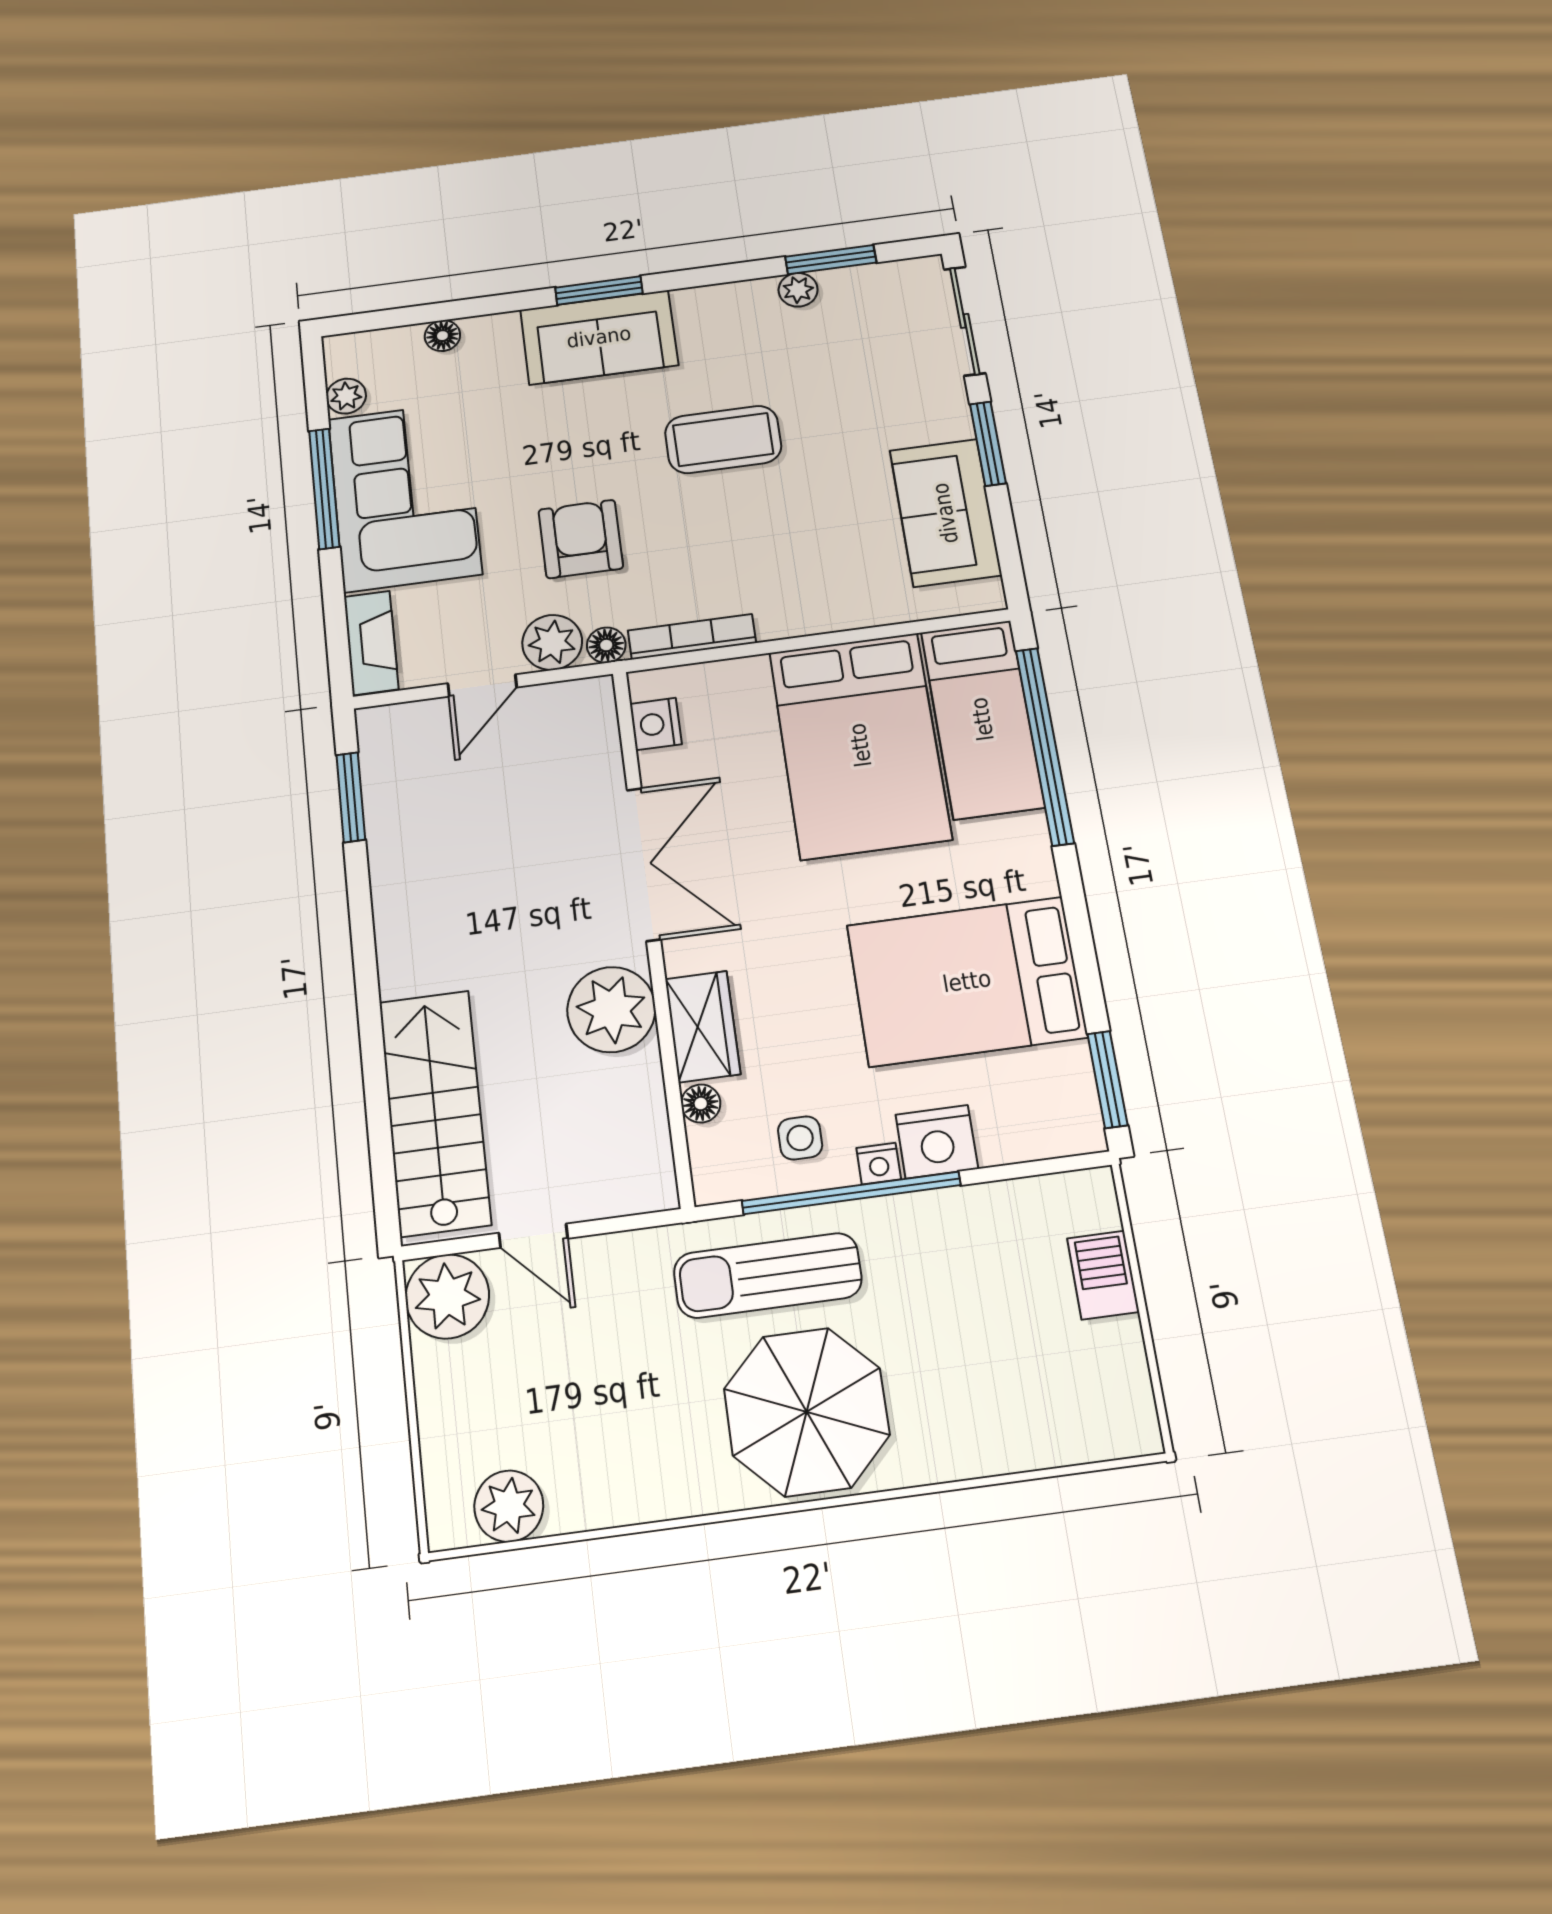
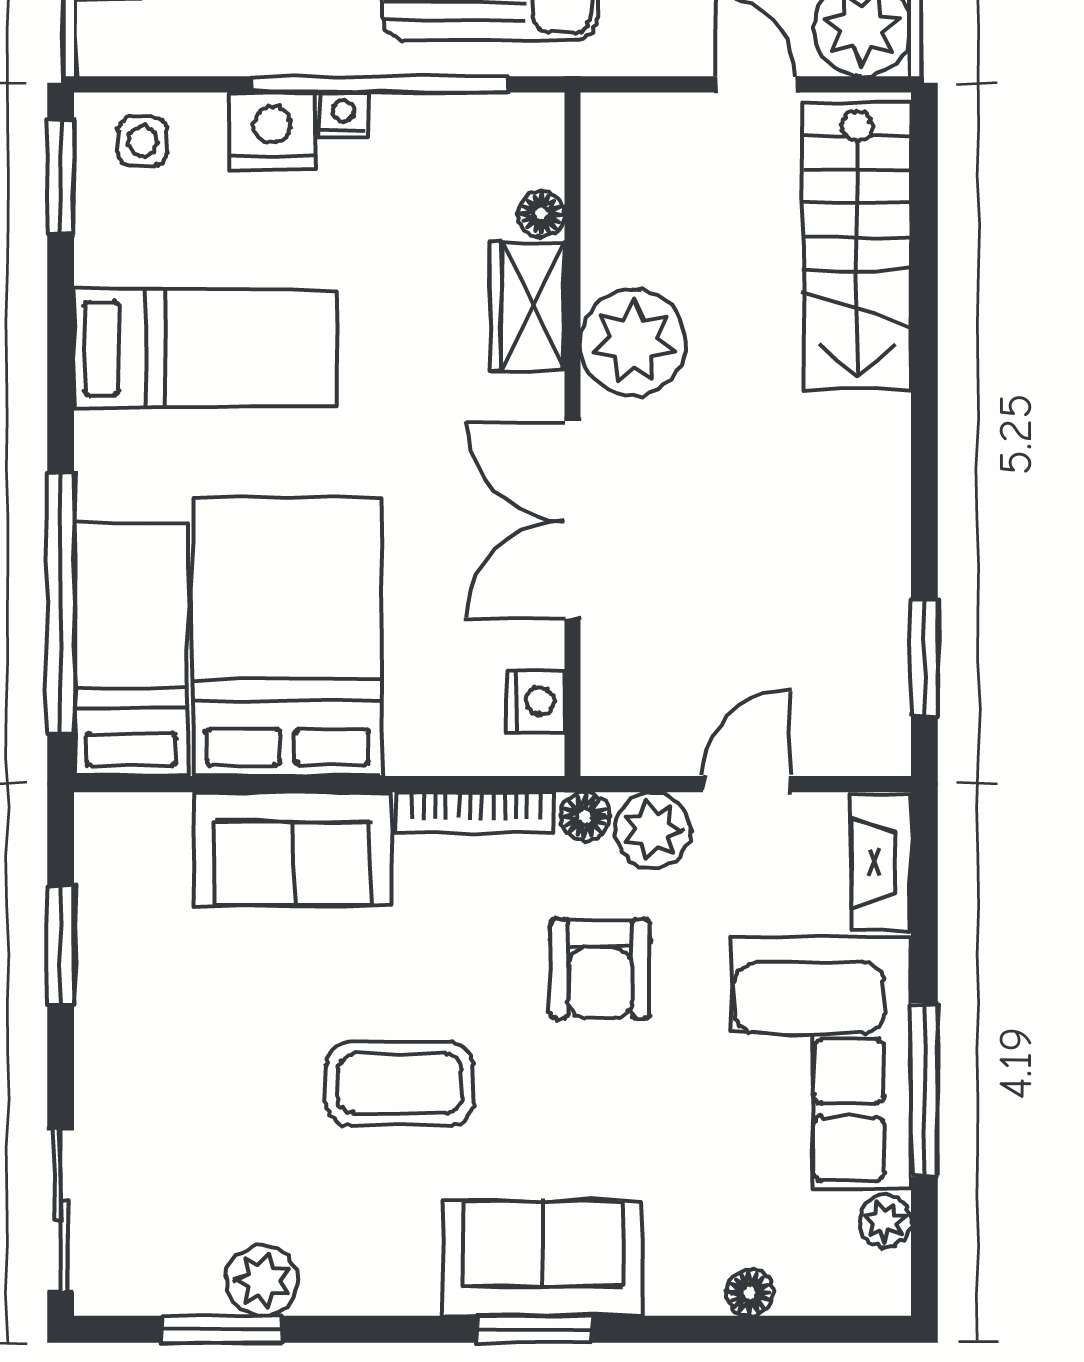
plant: (798, 290) -> (262, 1281), width x1.38, depth x1.38
window: (988, 444) -> (61, 945), moved
sofa: (945, 513) -> (293, 849), moved, turned 90
bed: (967, 981) -> (205, 348), width x0.67
side table: (800, 1138) -> (143, 141), moved

